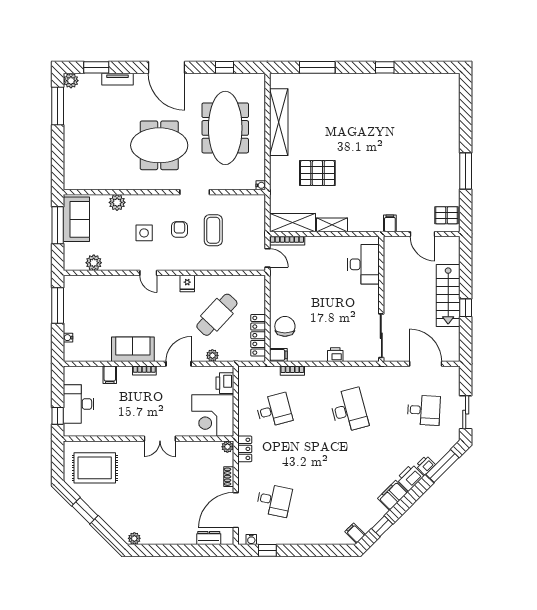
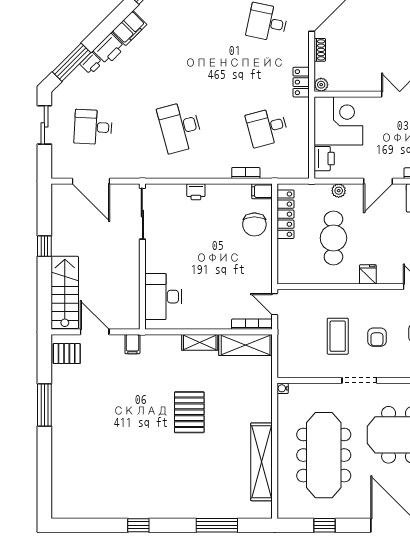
pallet: (317, 173) -> (189, 412), moved, turned 90
stairs: (448, 295) -> (65, 292), moved
cafe table: (217, 315) -> (333, 238), turned -43

